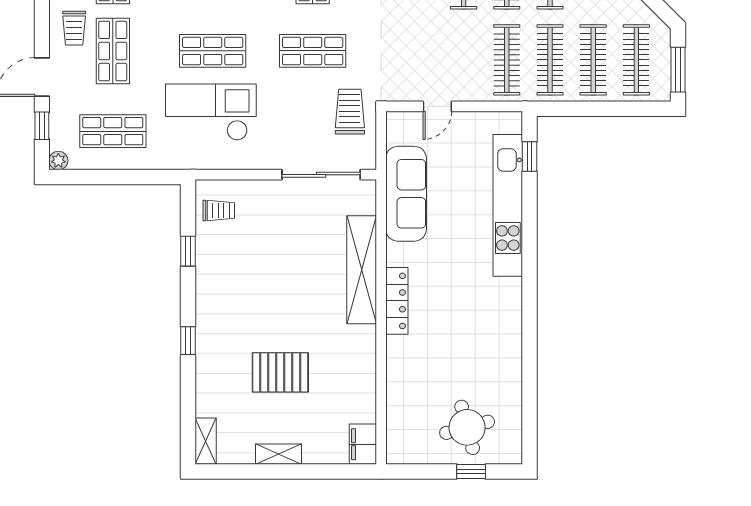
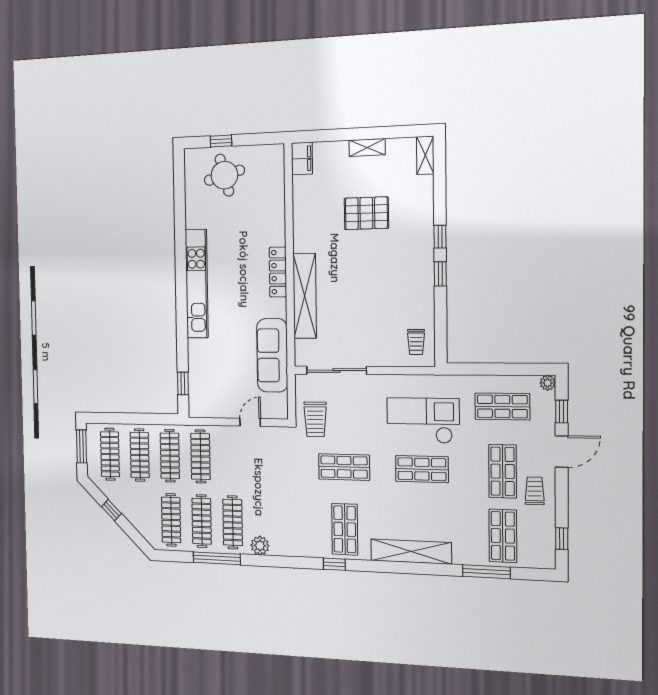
checkout: (211, 112) -> (423, 421), turned 180
kitchen unit: (508, 205) -> (197, 284), moved
trolley: (219, 211) -> (416, 342), turned -90
window: (188, 251) -> (440, 274), moved

